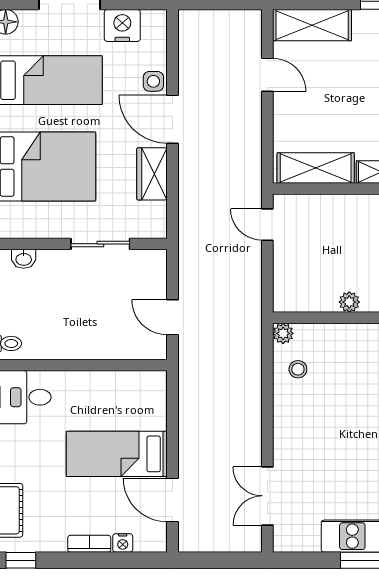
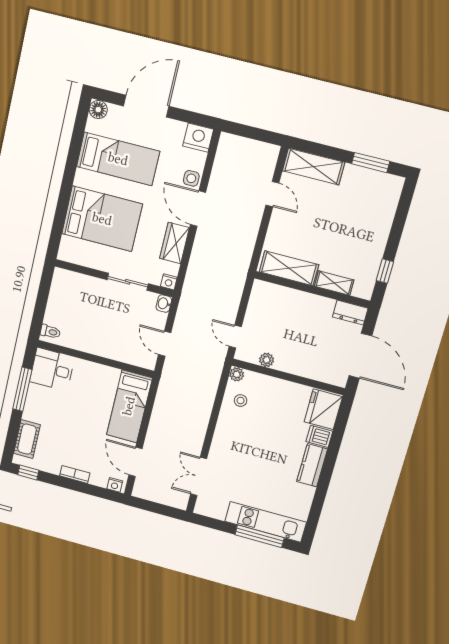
nightstand: (122, 25) -> (198, 138), moved
door: (267, 225) -> (235, 337), moved
nightstand: (157, 229) -> (169, 282), added
washbasin: (24, 259) -> (164, 304), moved, turned 90
plant: (349, 302) -> (267, 360), moved
bed: (117, 454) -> (129, 406), moved, turned -90
nightstand: (123, 543) -> (115, 485), moved

